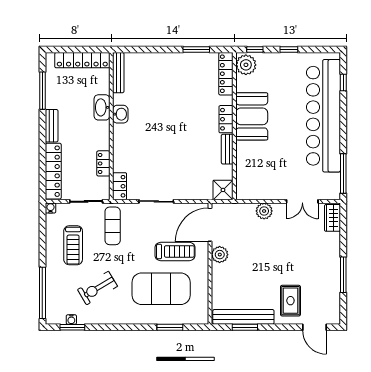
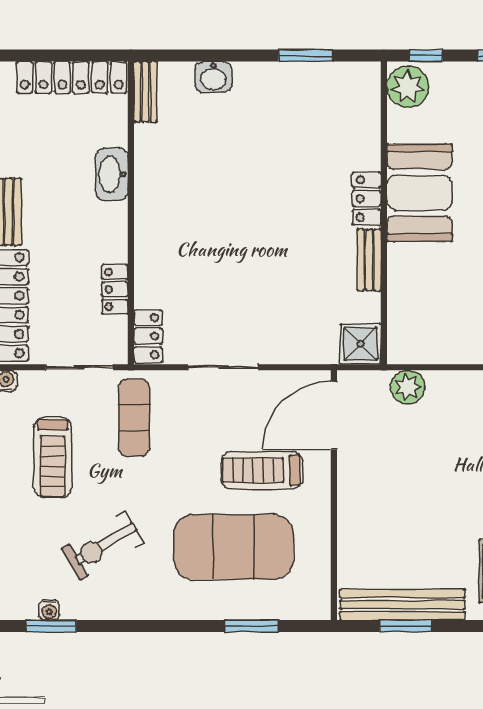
bench: (118, 73) -> (145, 92), width x0.73
locker: (226, 74) -> (366, 105), removed
washbasin: (120, 114) -> (213, 77), moved, turned 90
plant: (264, 211) -> (408, 387), moved
treadmill: (175, 251) -> (262, 470), turned 180
plant: (220, 255) -> (354, 477), removed

